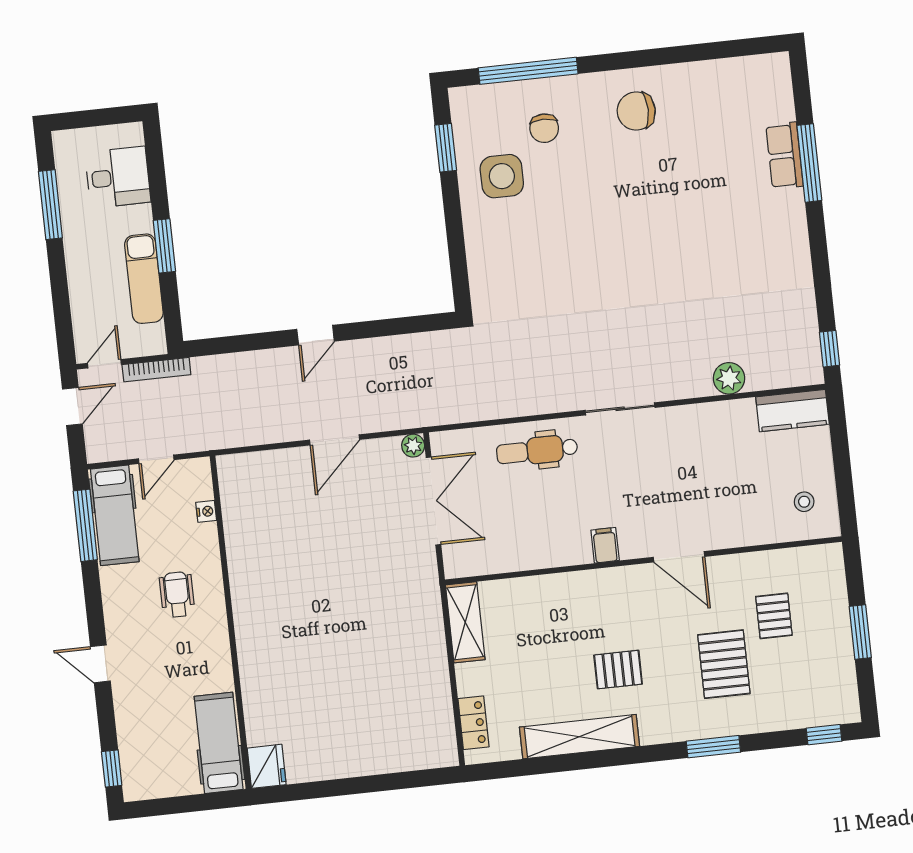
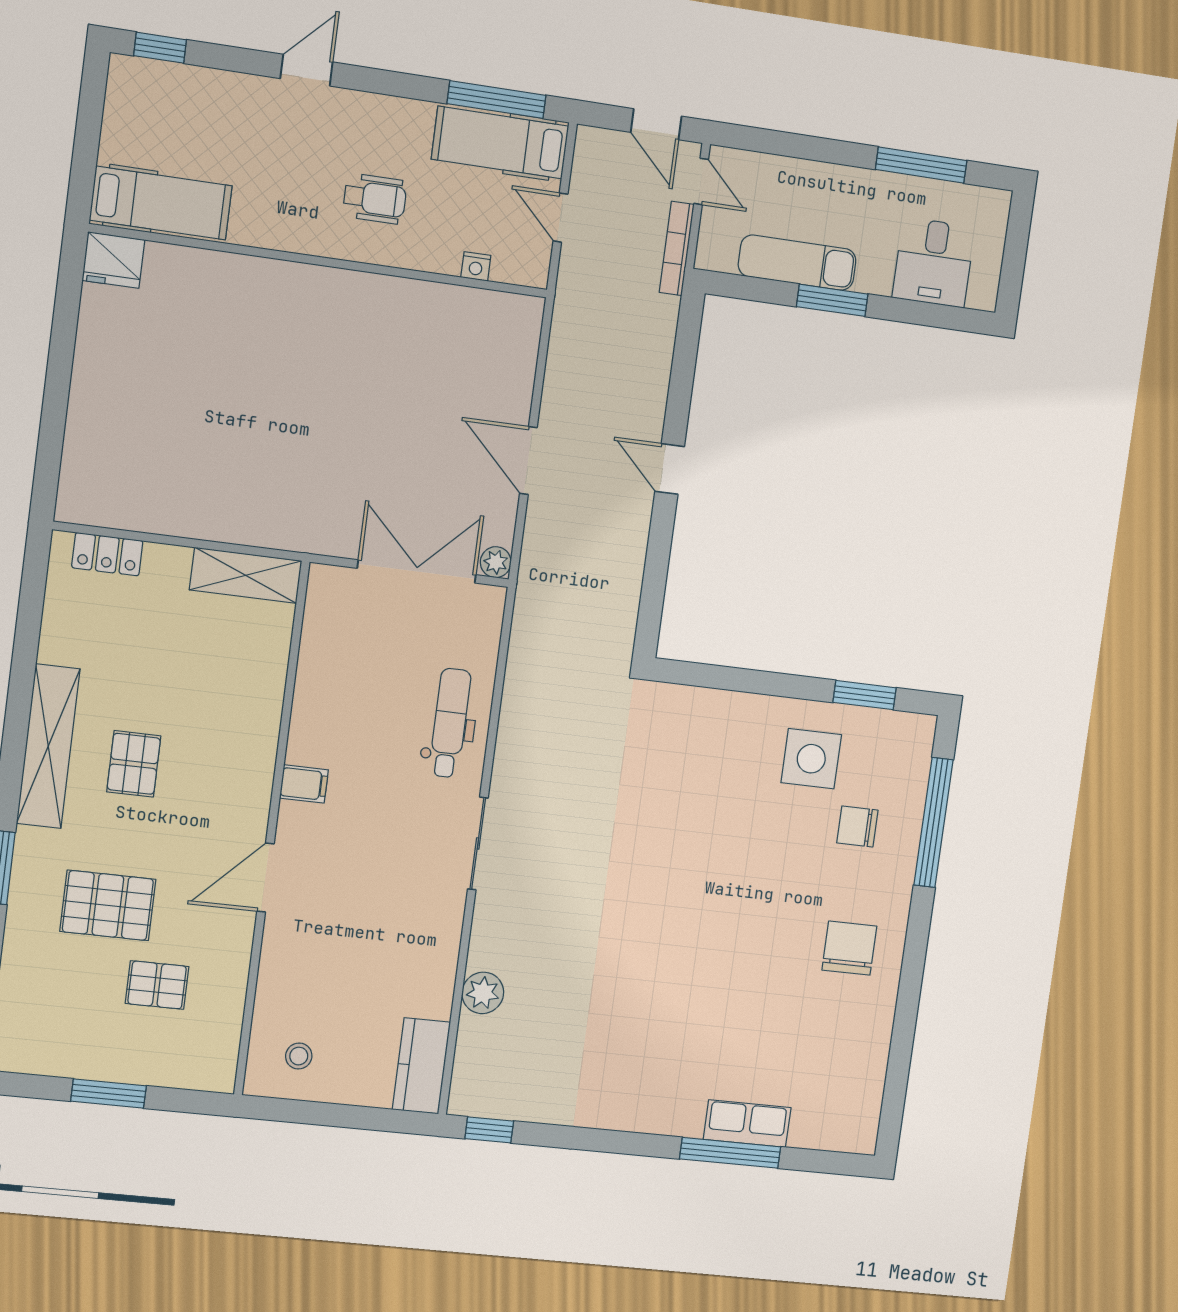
double door: (433, 501) -> (417, 572), swing flipped
shelving: (580, 737) -> (48, 746), moved

